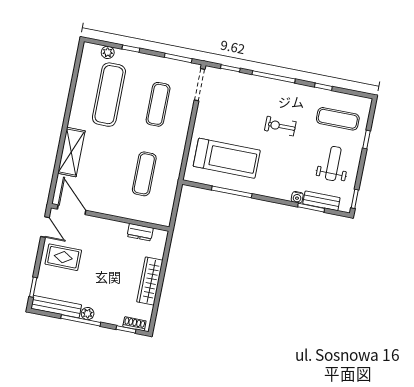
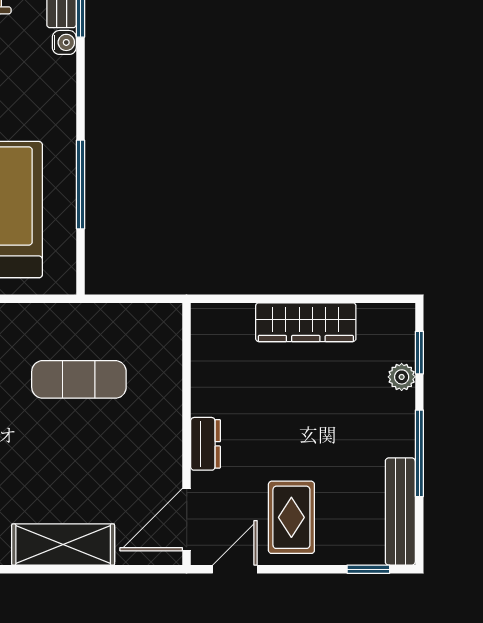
dresser: (140, 232) -> (206, 444), moved
plant: (88, 314) -> (402, 377), moved
shoe rack: (134, 324) -> (404, 337), removed

